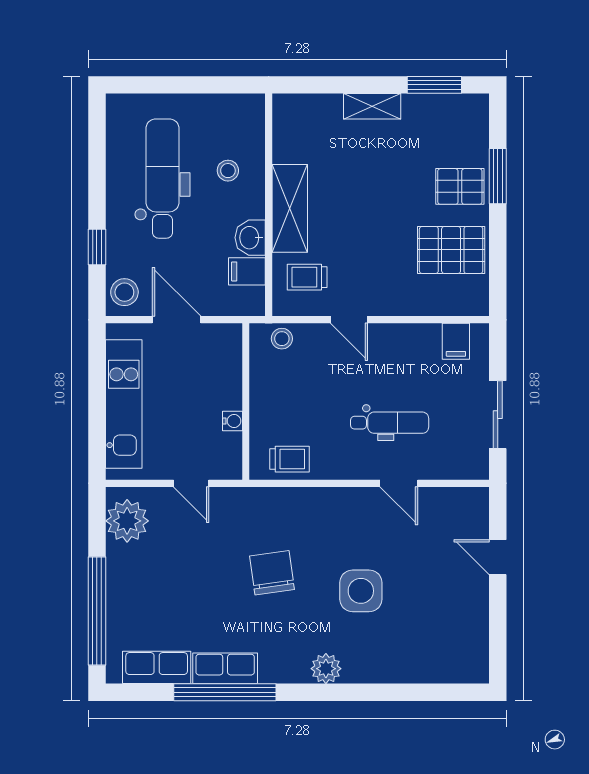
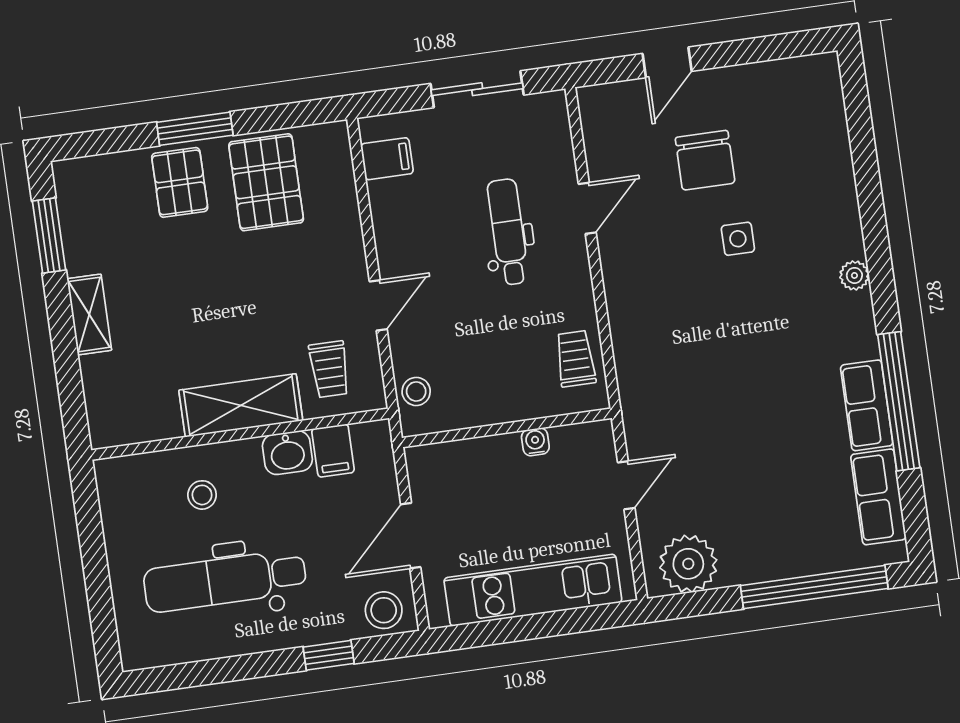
window: (498, 176) -> (195, 129), moved
chair: (272, 573) -> (705, 160), moved, turned -82
side table: (361, 591) -> (738, 239), width x0.54, depth x0.54
plant: (326, 669) -> (854, 275), width x0.73, depth x0.73

